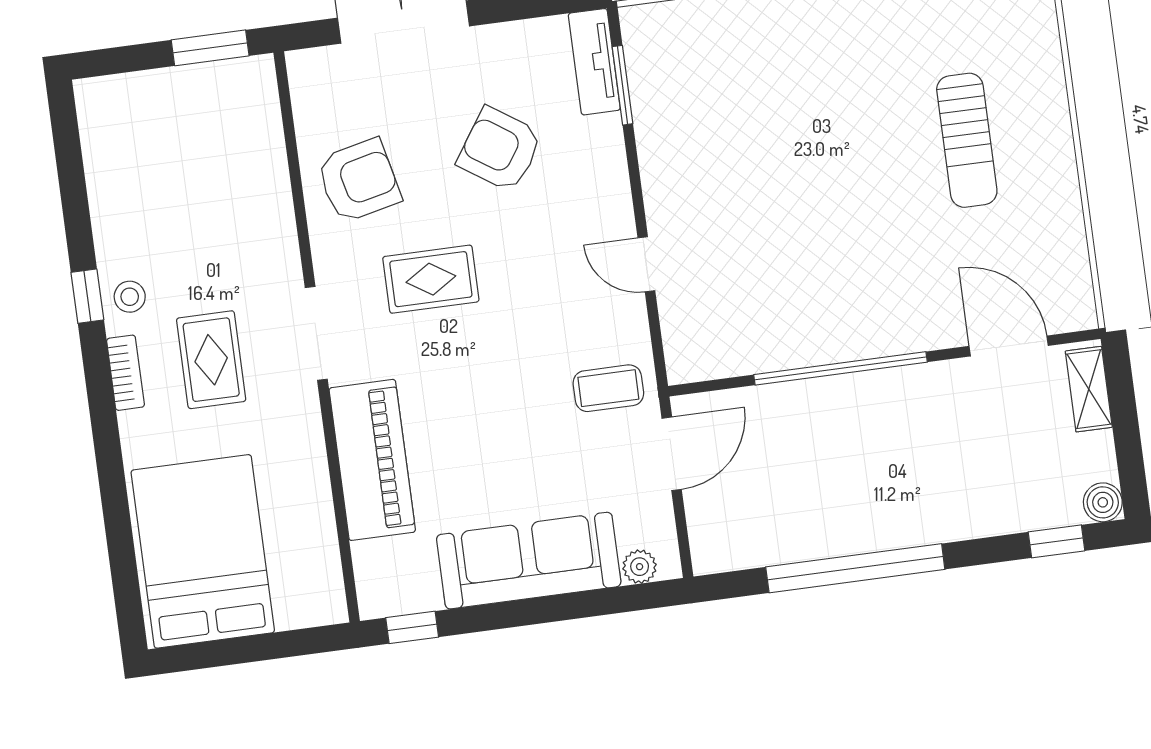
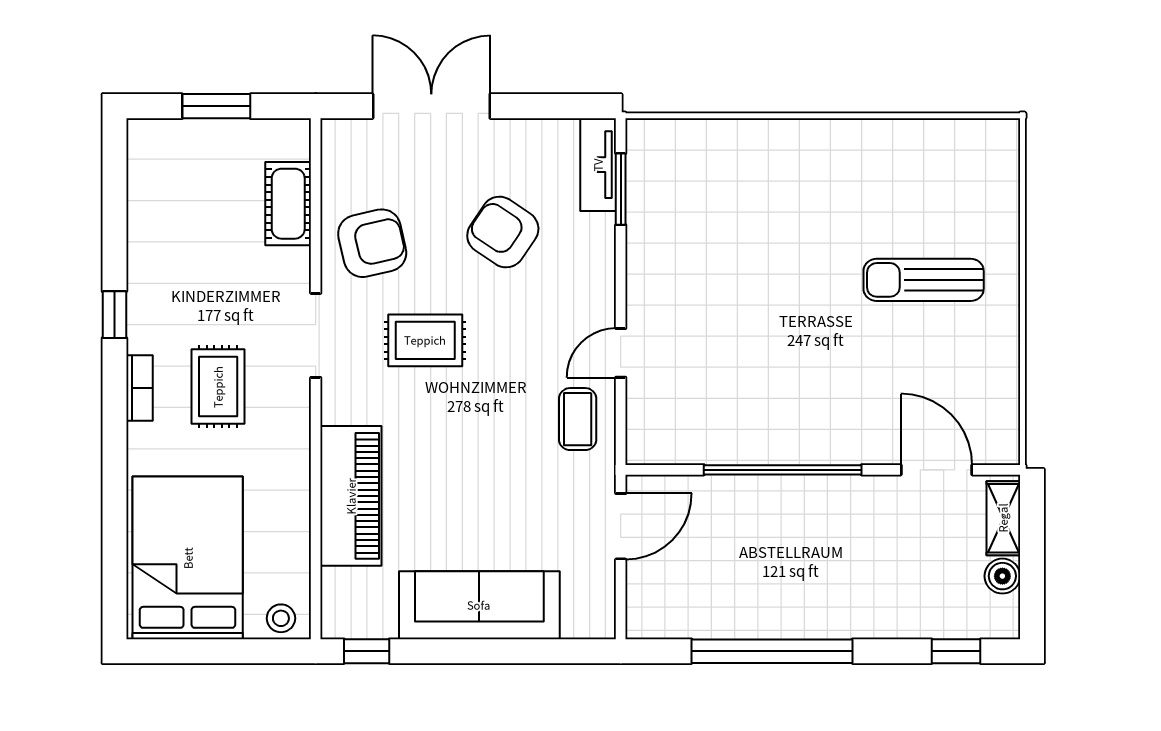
window: (210, 48) -> (216, 106), moved
sun lounger: (967, 140) -> (924, 280), turned 90
cot: (261, 150) -> (288, 204), added
door: (646, 264) -> (621, 353), hinge flipped
stool: (130, 297) -> (281, 618), moved
doorway: (316, 333) -> (316, 335), moved
coffee table: (608, 388) -> (578, 419), moved, turned 90
boiler: (1103, 502) -> (1002, 576), moved
plant: (640, 567) -> (578, 624), removed

